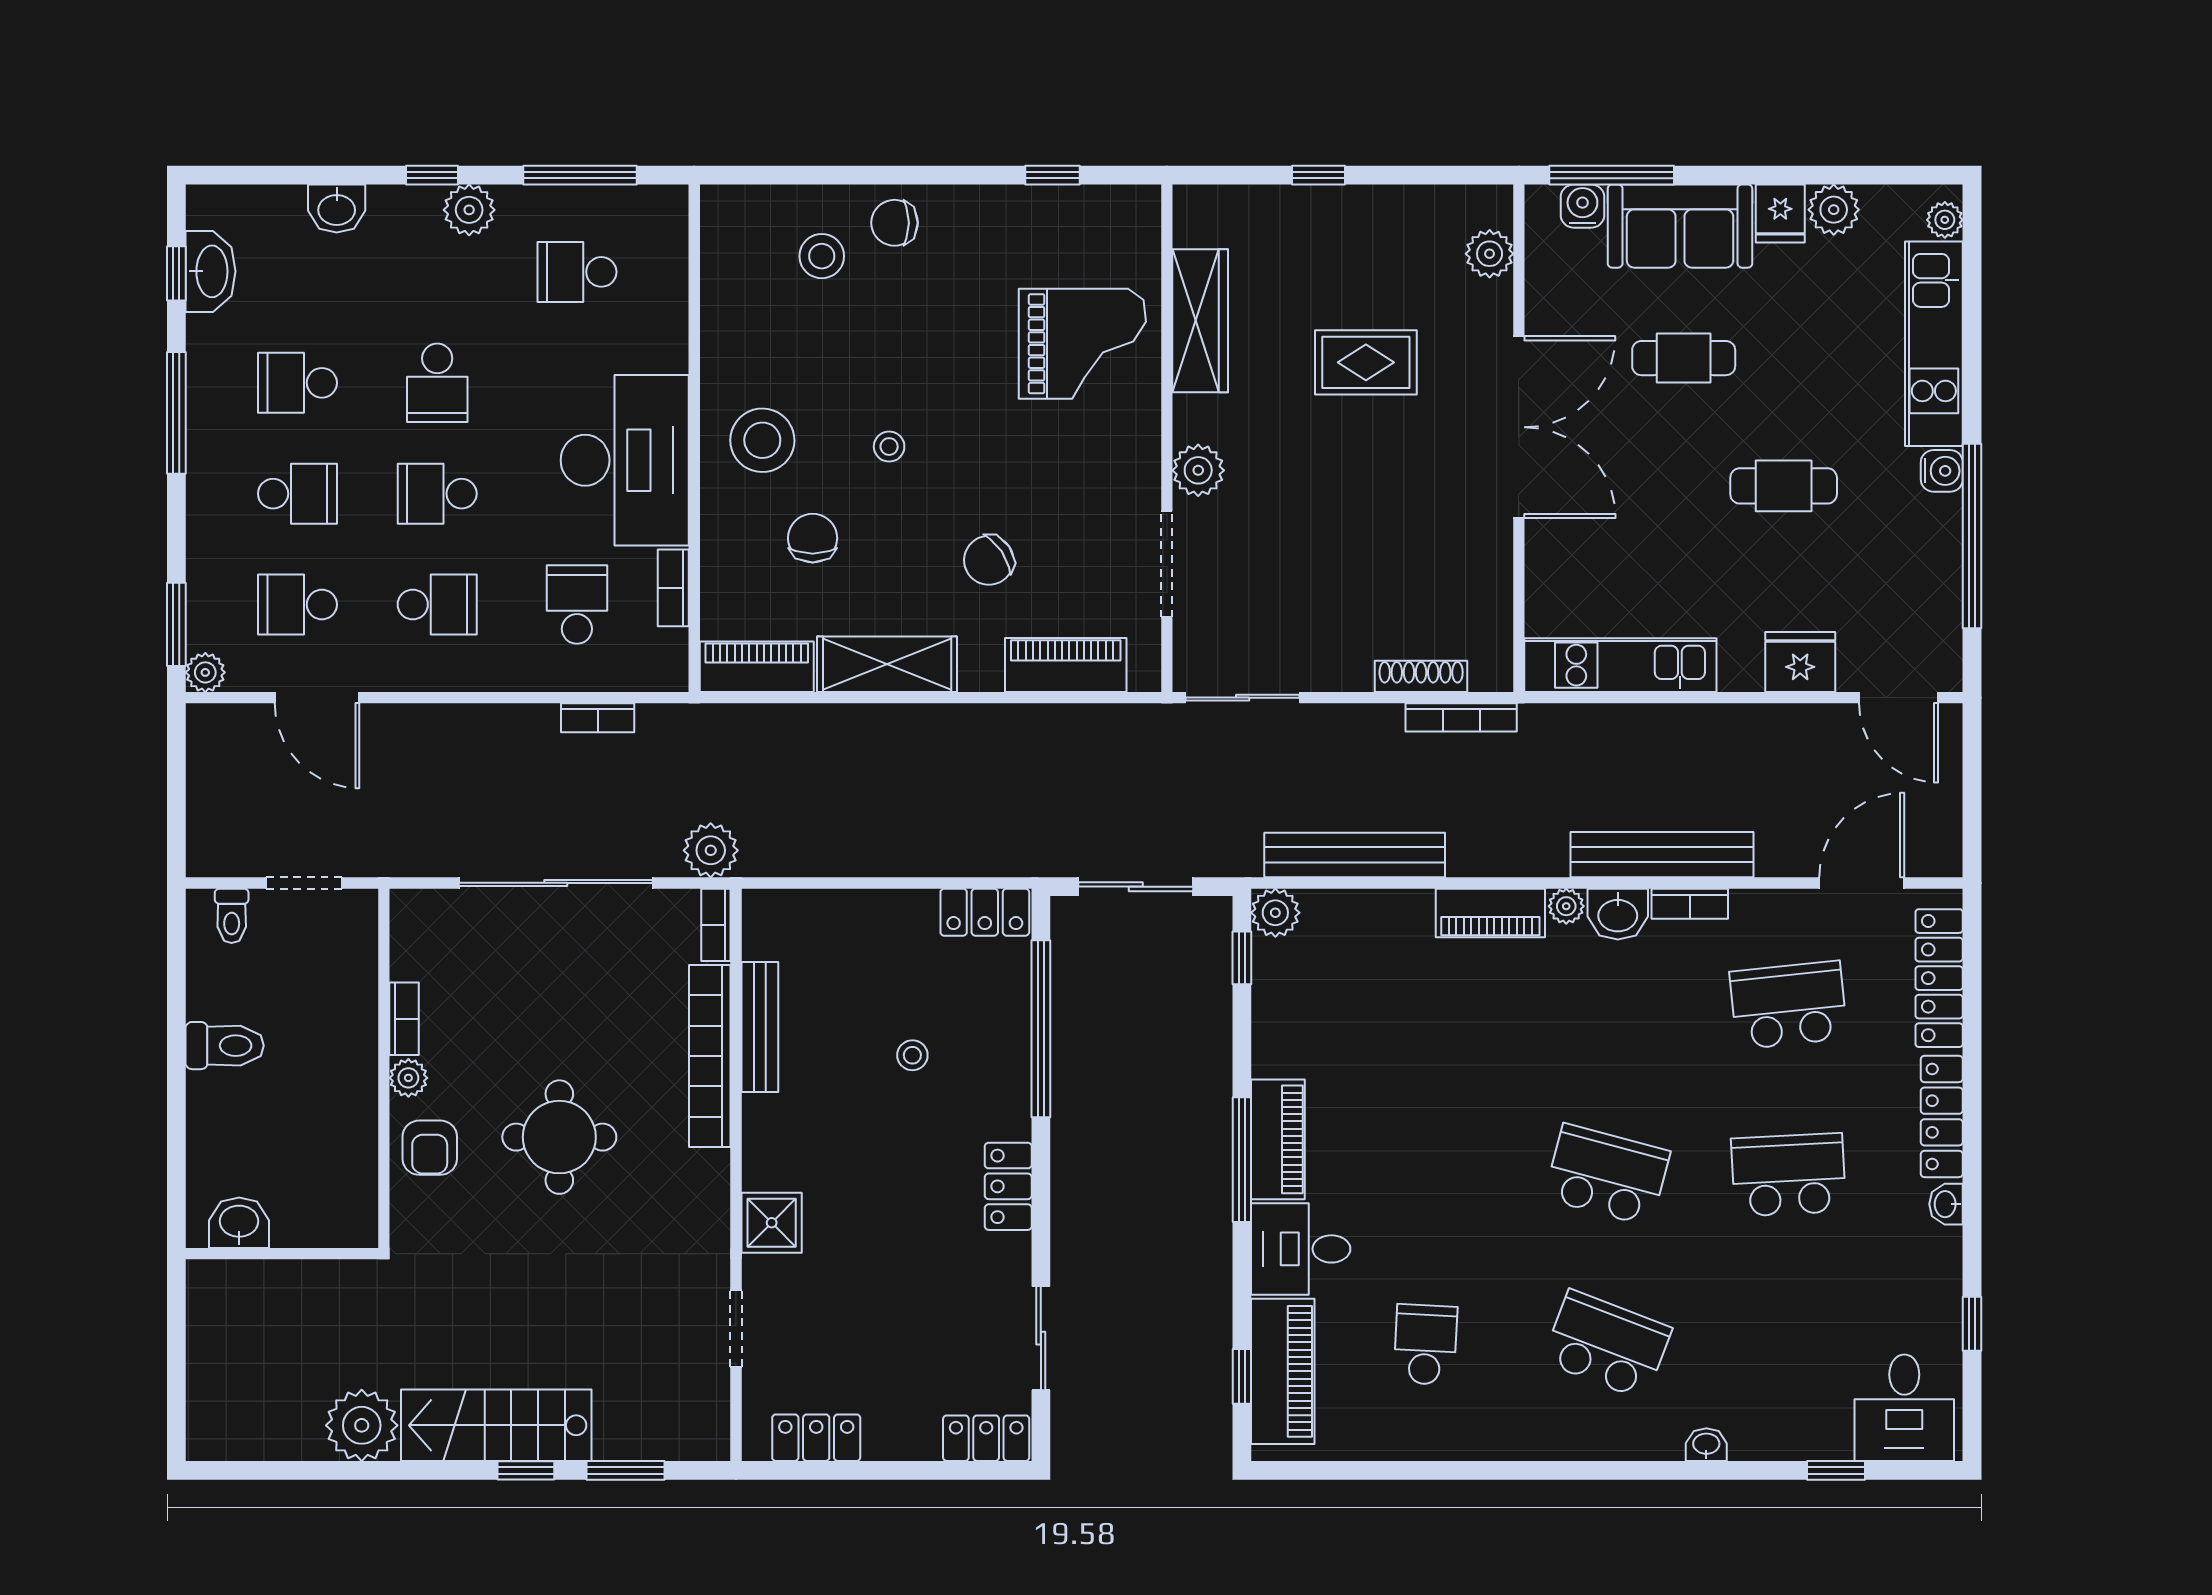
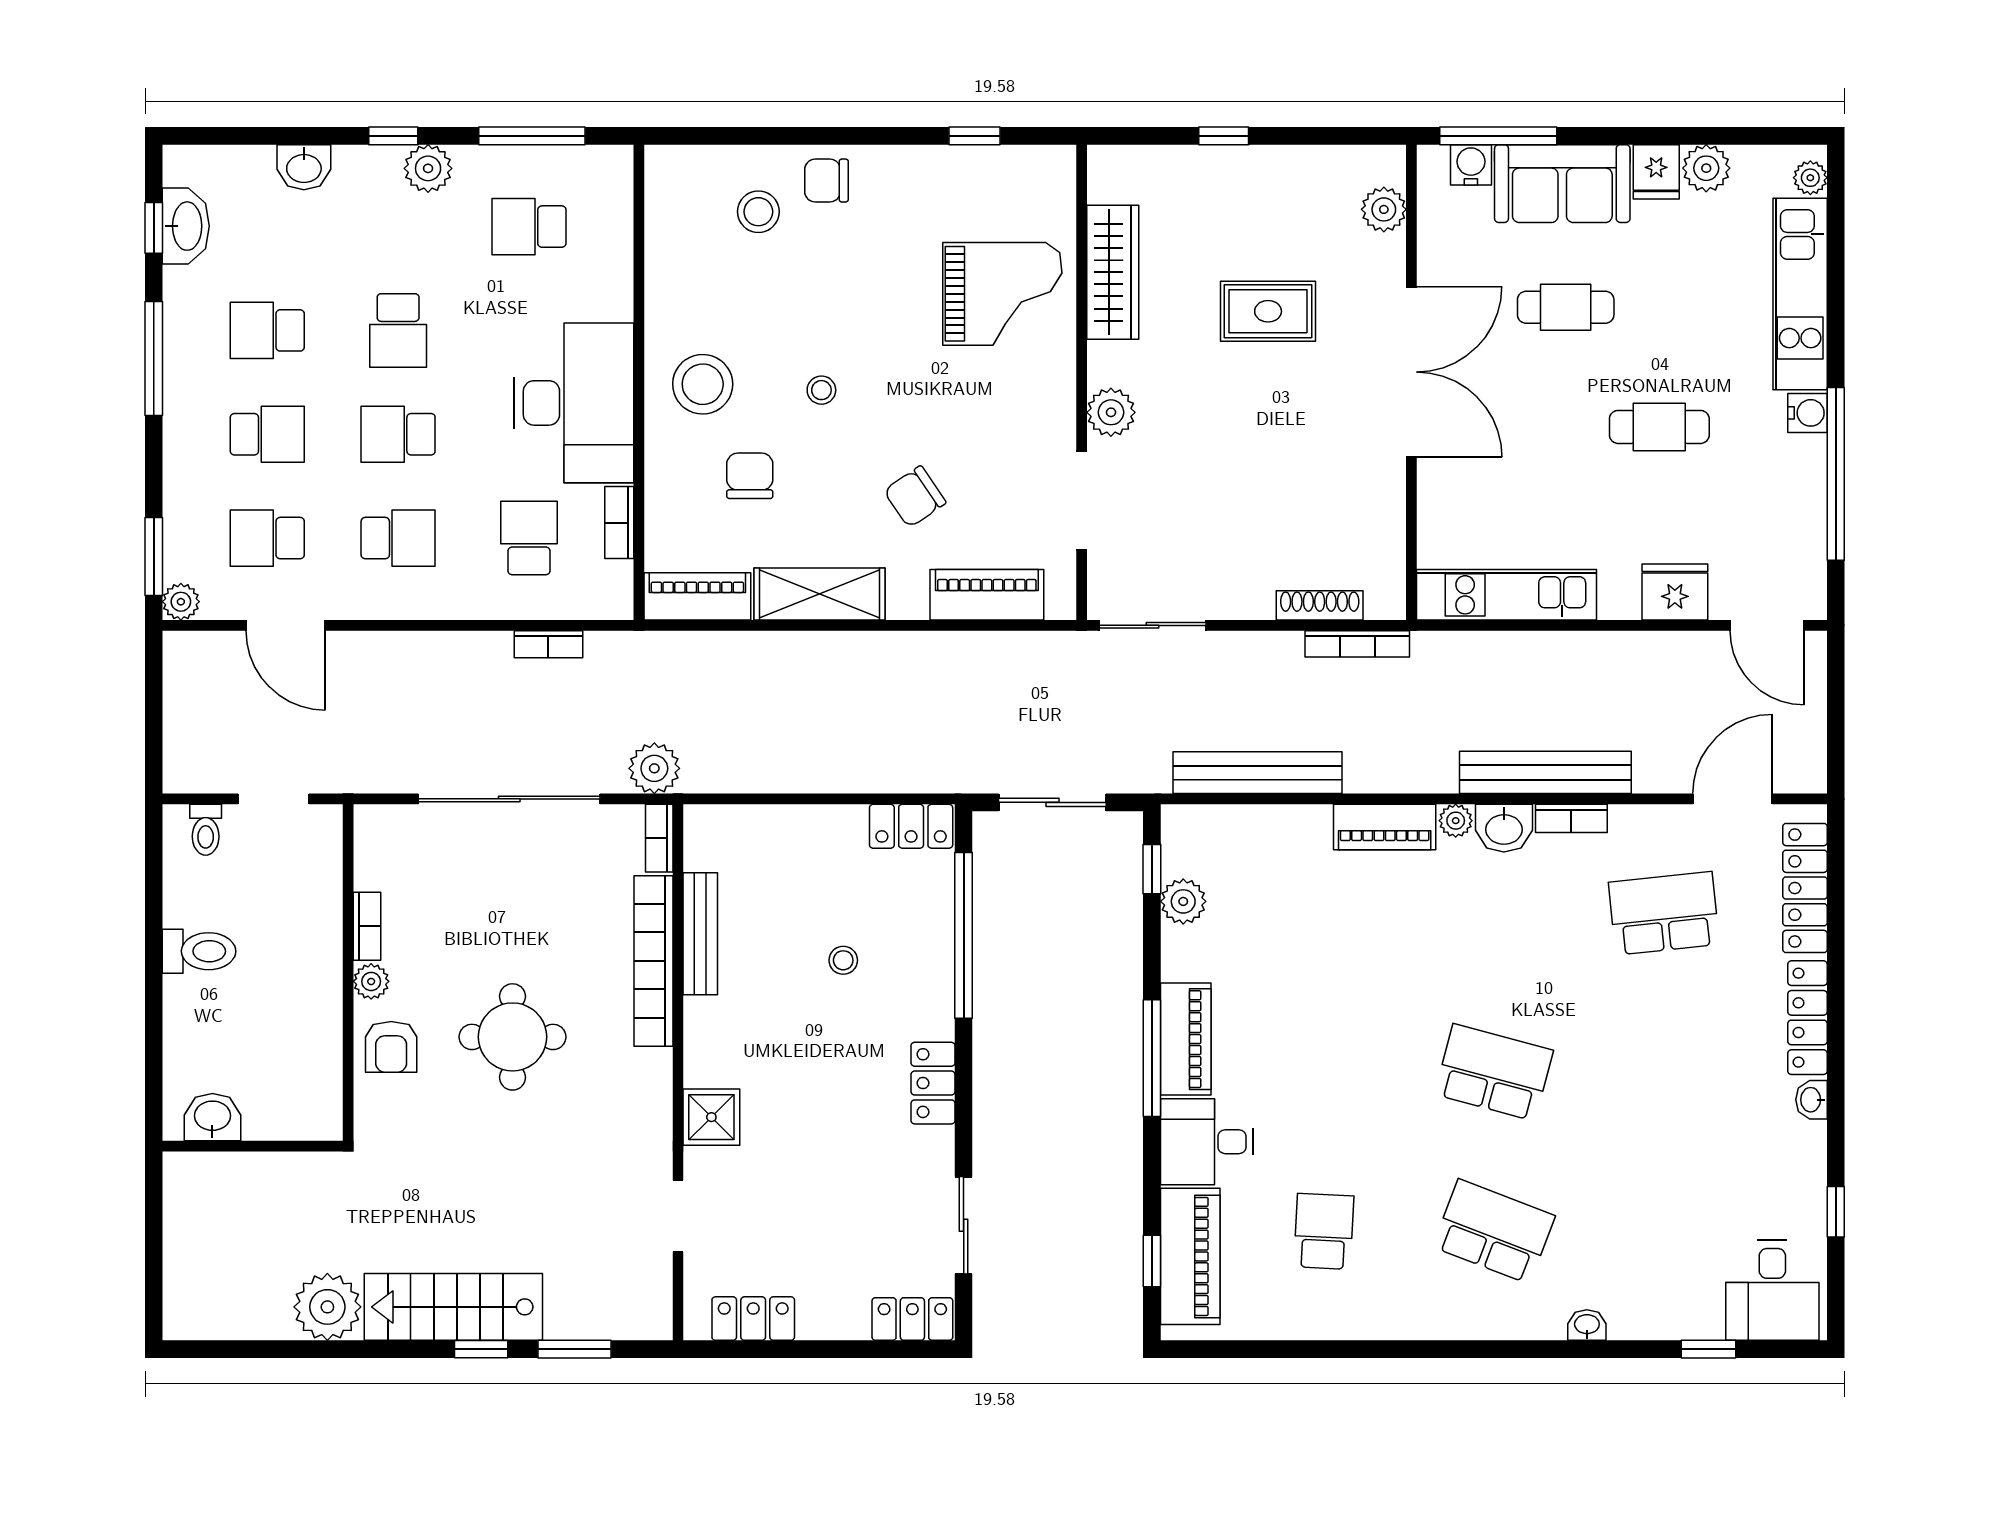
plant: (1275, 913) -> (1183, 901), moved
school desk: (1788, 1175) -> (1664, 1072), removed

